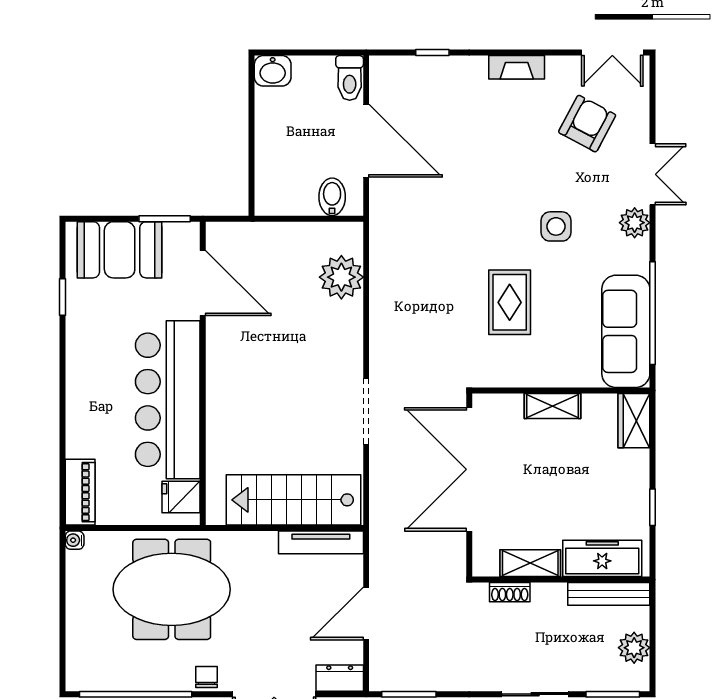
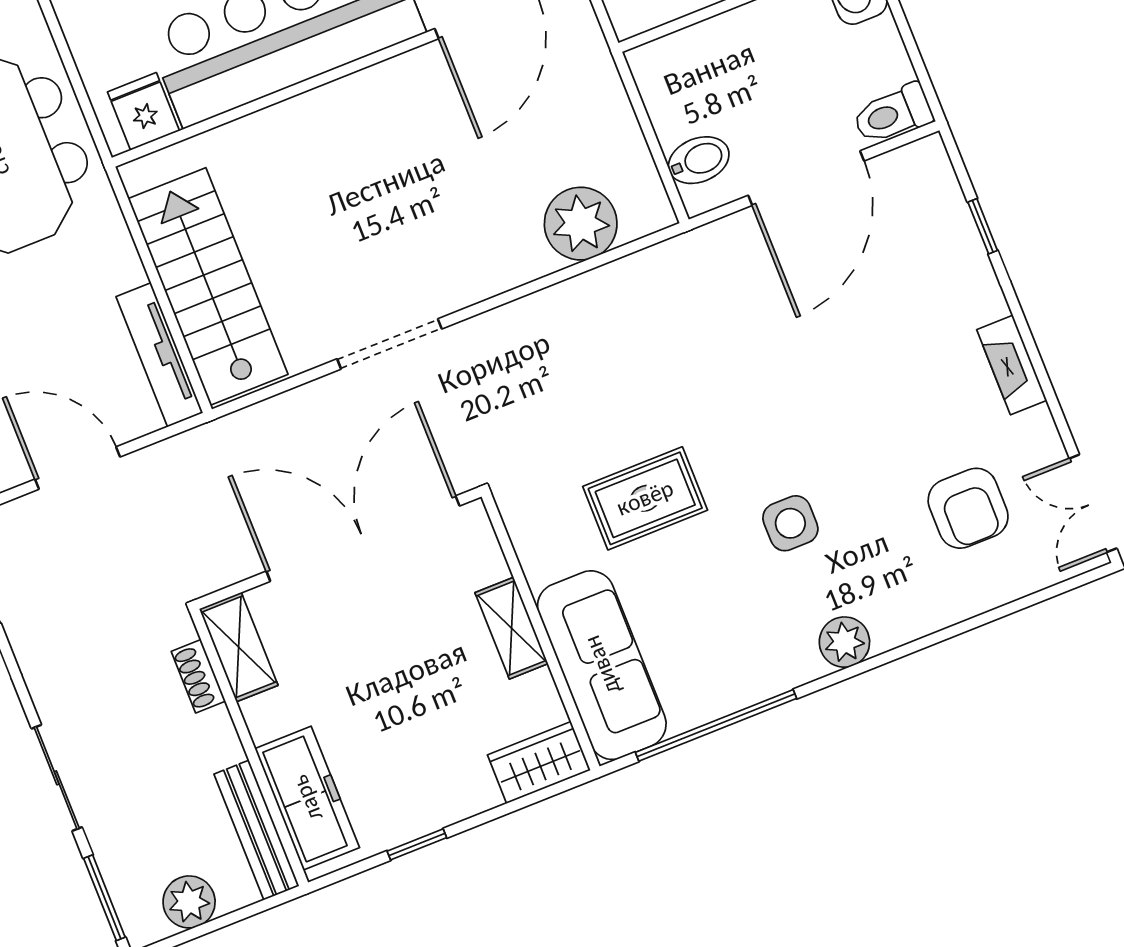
armchair: (587, 124) -> (968, 508), turned 62
double door: (653, 174) -> (930, 640), removed
sofa: (626, 331) -> (602, 665), moved, turned 90
shelving: (530, 563) -> (239, 647), moved

